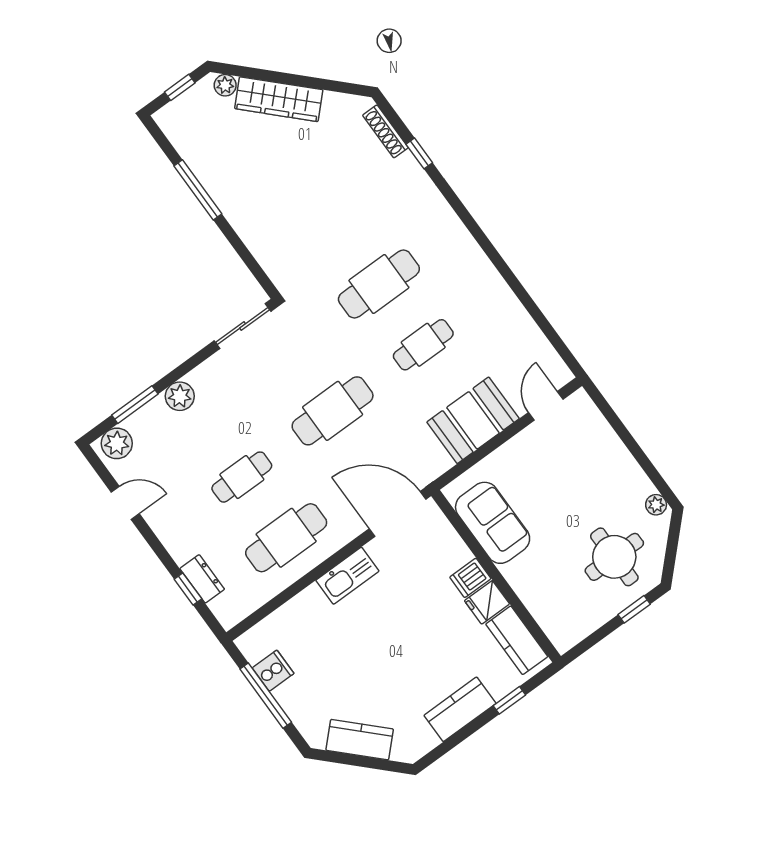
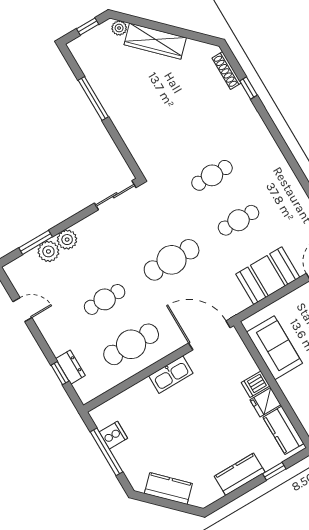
cafe table: (379, 284) -> (212, 175), width x0.73, depth x0.74
plant: (117, 443) -> (48, 251), moved

